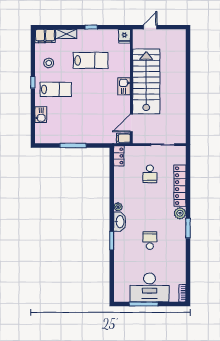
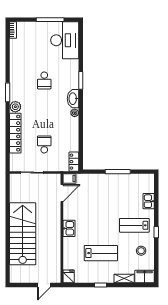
lab bench: (91, 60) -> (101, 253), turned 180
stairs: (146, 81) -> (23, 234), moved, turned 180
desk: (150, 287) -> (65, 40), moved, turned 90

